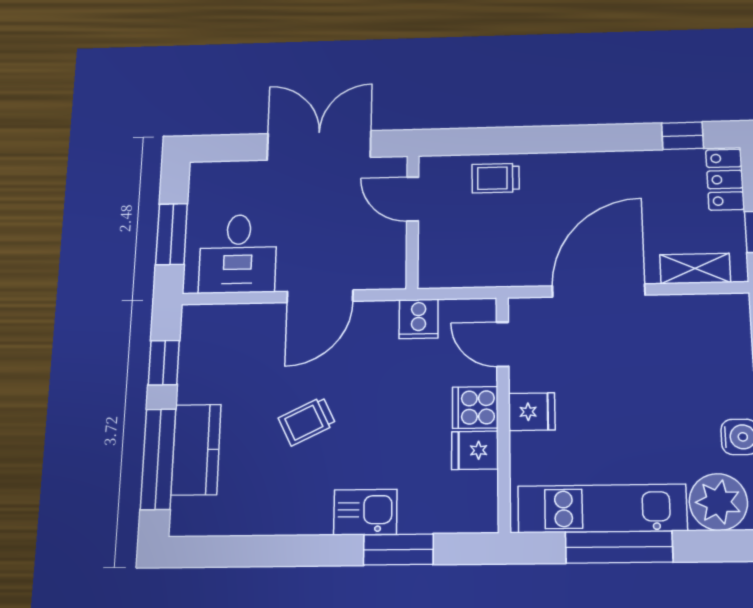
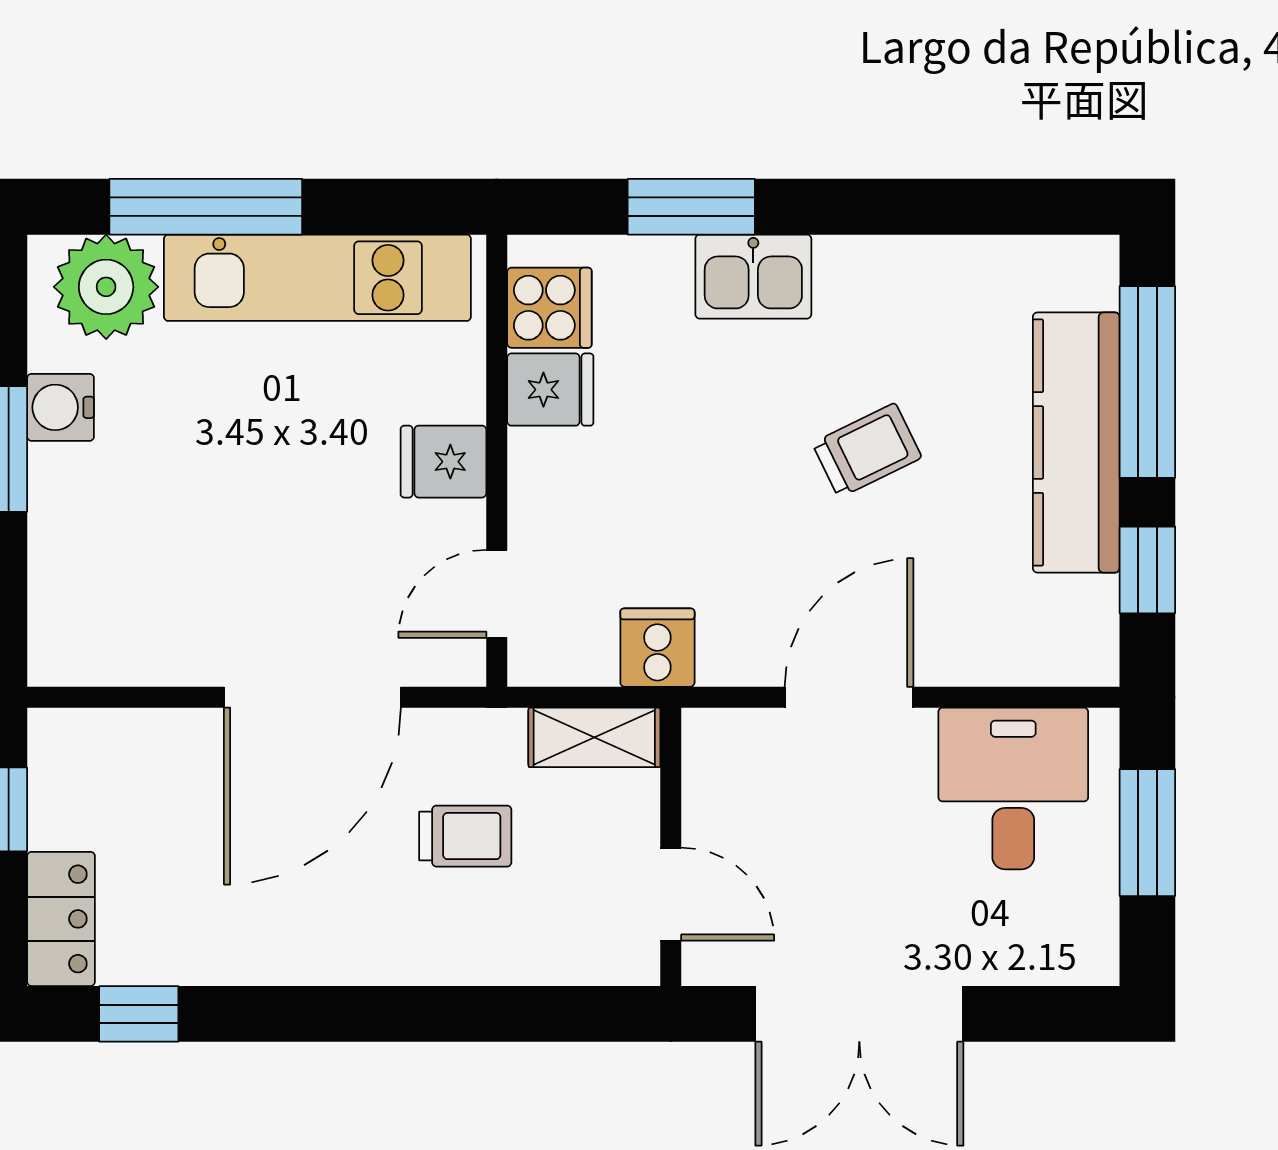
trolley: (496, 178) -> (465, 836), moved
shelving: (695, 269) -> (594, 737), moved
door: (503, 344) -> (497, 594), swing flipped
cooker: (475, 407) -> (549, 308), moved
kitchen counter: (196, 449) -> (1076, 442), width x1.50
window: (619, 547) -> (206, 207), moved

